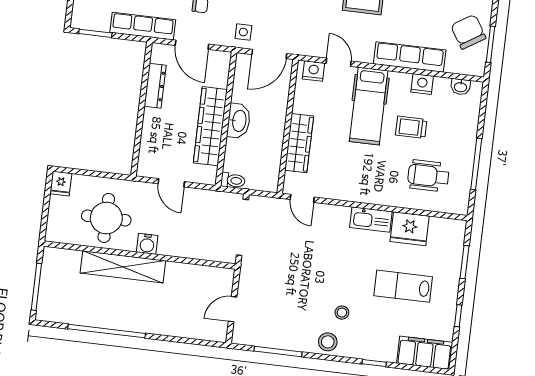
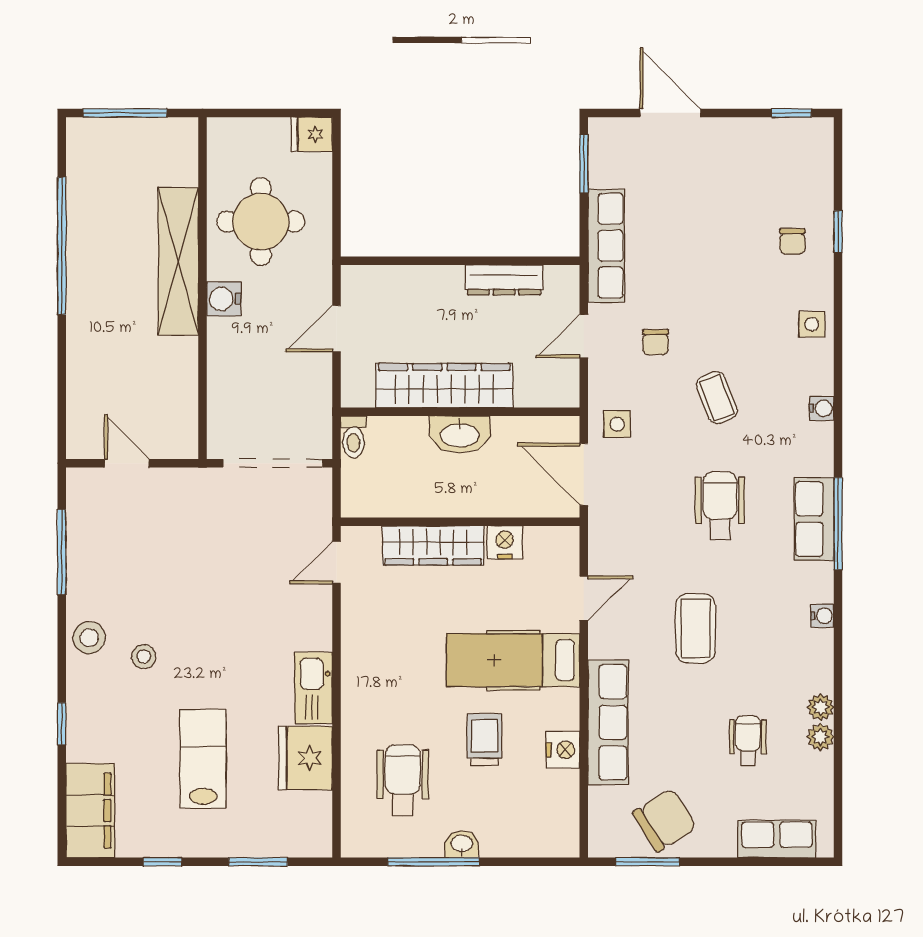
door: (192, 45) -> (584, 336), width x0.73
nightstand: (313, 71) -> (505, 542), moved, turned -90
washbasin: (460, 87) -> (462, 844), moved, turned 90

